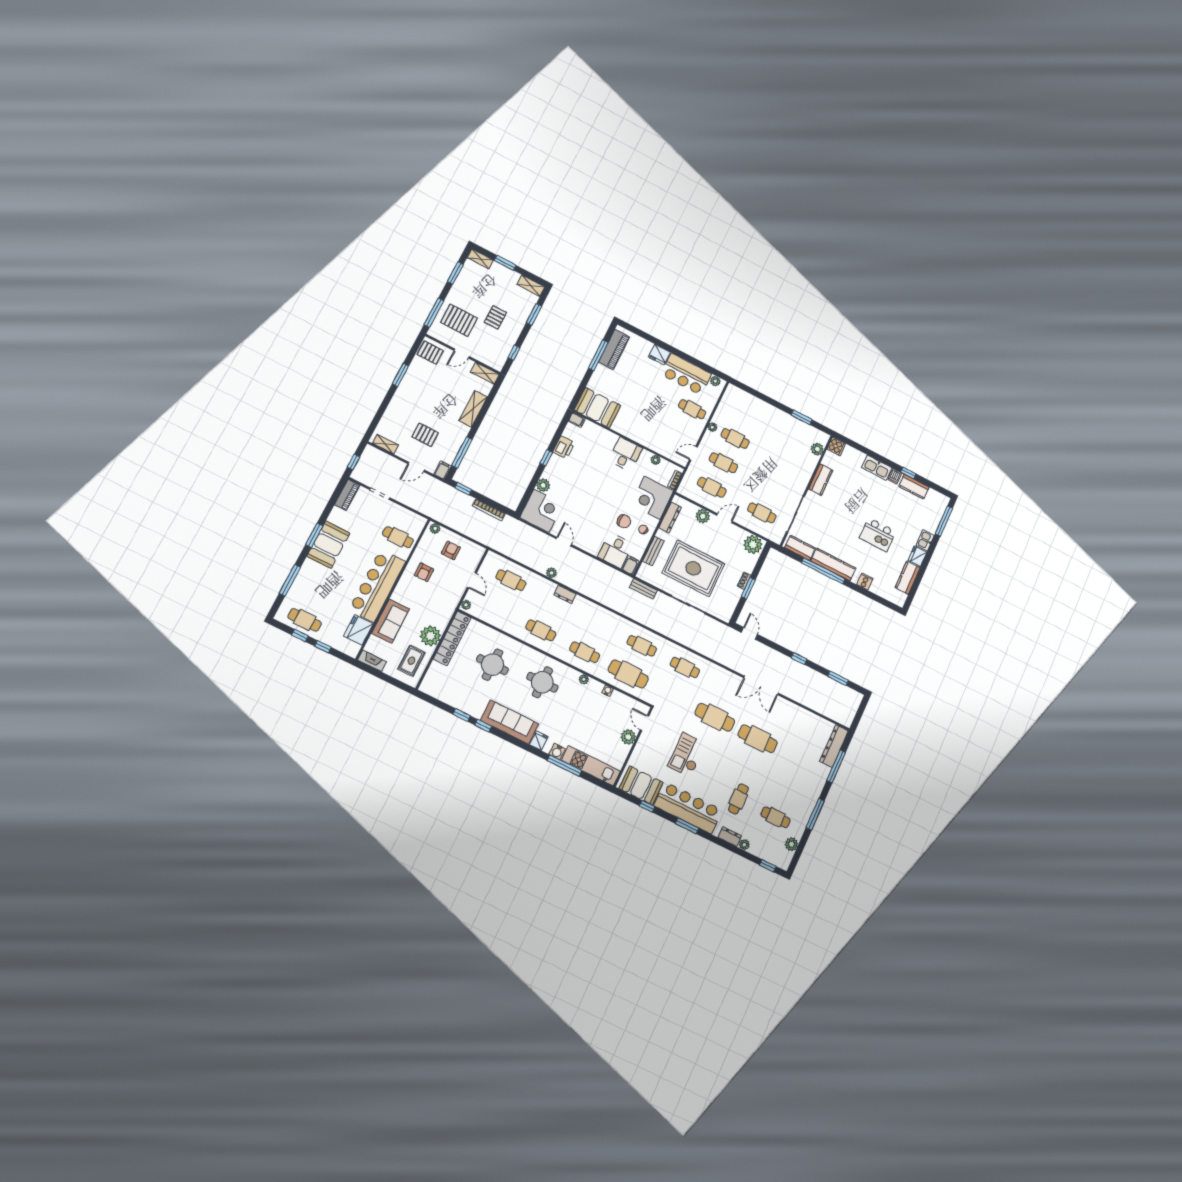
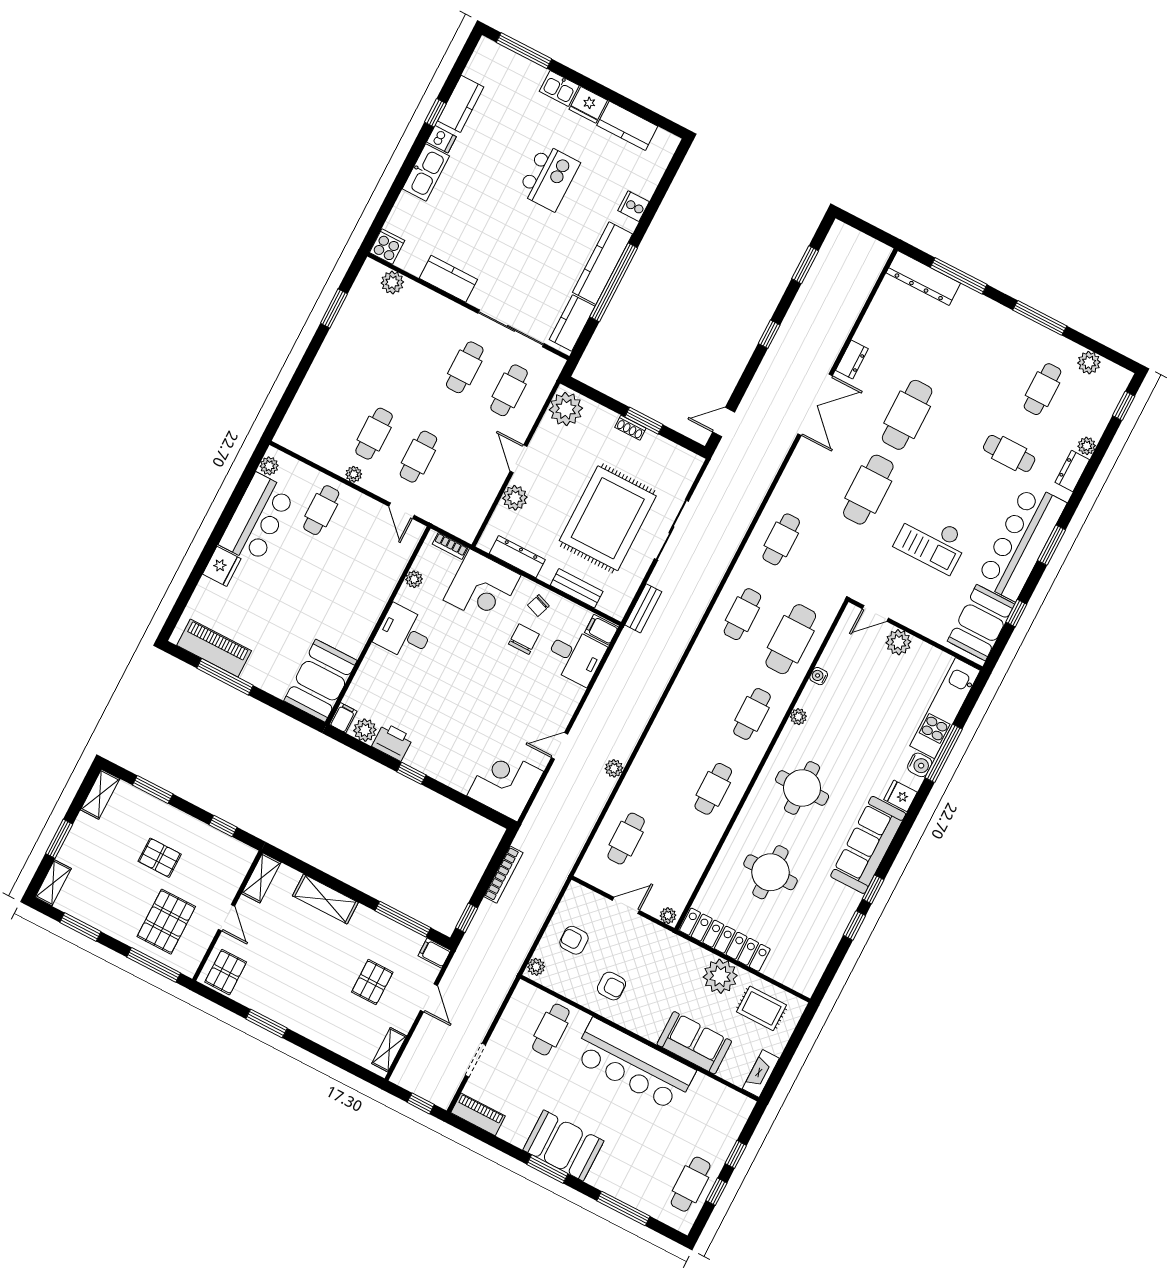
plant: (543, 485) -> (365, 730), moved
cafe table: (712, 487) -> (465, 367), moved
dresser: (565, 594) -> (852, 360), moved
fridge: (358, 630) -> (708, 1096), removed

